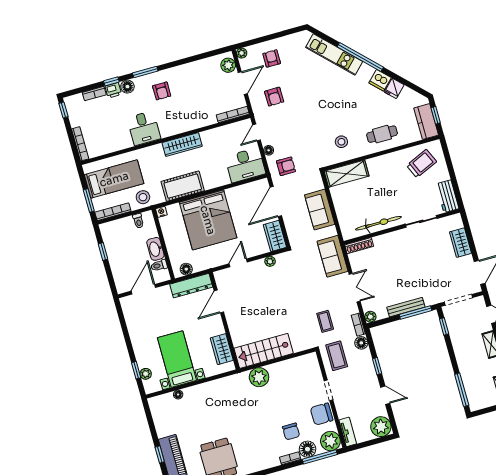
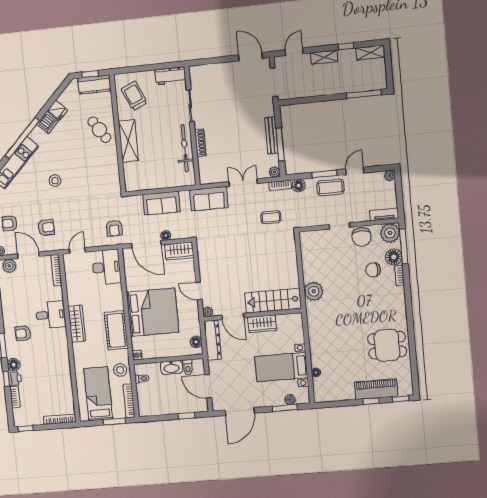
armchair: (162, 91) -> (23, 333), turned 180
desk: (144, 128) -> (51, 315), moved
door: (257, 132) -> (77, 251), swing flipped
cafe table: (382, 134) -> (99, 130), turned -33
stool: (341, 142) -> (55, 181), moved
floor lamp: (269, 150) -> (166, 236), moved
armchair: (286, 166) -> (114, 228), turned 180
shelving: (347, 174) -> (128, 141), moved
wardrobe: (460, 243) -> (218, 71), removed
shoe rack: (359, 246) -> (200, 143), moved
window: (103, 252) -> (186, 416), moved
plant: (270, 261) -> (208, 312), moved
window: (415, 313) -> (280, 144), moved
door: (124, 326) -> (240, 412), added
window: (444, 326) -> (297, 101), removed
wardrobe: (222, 349) -> (262, 324), moved
stairs: (264, 351) -> (273, 301), moved, turned 90
coffee table: (337, 356) -> (330, 187), moved
window: (377, 366) -> (324, 174), width x1.50
window: (136, 370) -> (285, 408), width x1.50
plant: (381, 427) -> (390, 176), width x0.53, depth x0.53
chair: (291, 431) -> (373, 270), turned 180

